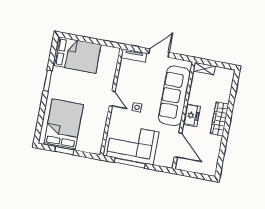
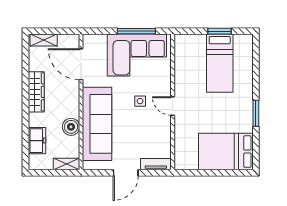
boiler: (195, 97) -> (71, 127), added
freezer: (192, 115) -> (37, 141), moved, turned 180
wardrobe: (220, 119) -> (36, 92), moved
bed: (64, 125) -> (220, 63), width x0.67
shelving: (204, 170) -> (44, 40), added

